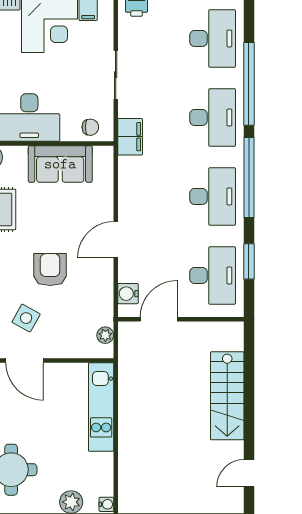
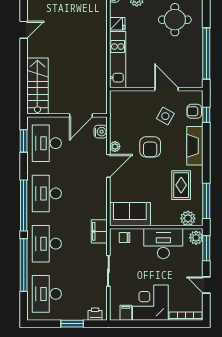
sofa: (60, 164) -> (130, 214), moved
window: (249, 261) -> (24, 141), moved
plant: (105, 335) -> (115, 147), moved
stairs: (227, 396) -> (37, 86), moved
fridge: (102, 463) -> (117, 24), added
door: (249, 473) -> (24, 30), moved

